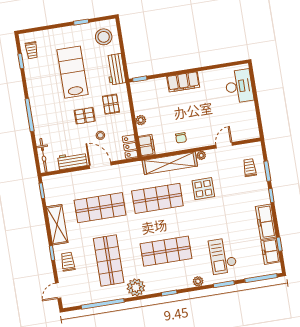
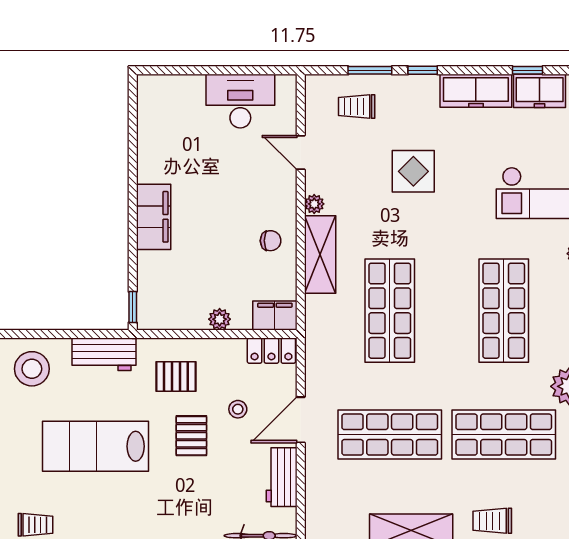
desk: (239, 86) -> (240, 101), moved
shelving: (170, 163) -> (320, 255), width x0.68
display table: (203, 189) -> (413, 171), moved
shop shelf: (100, 208) -> (390, 435), turned 90

